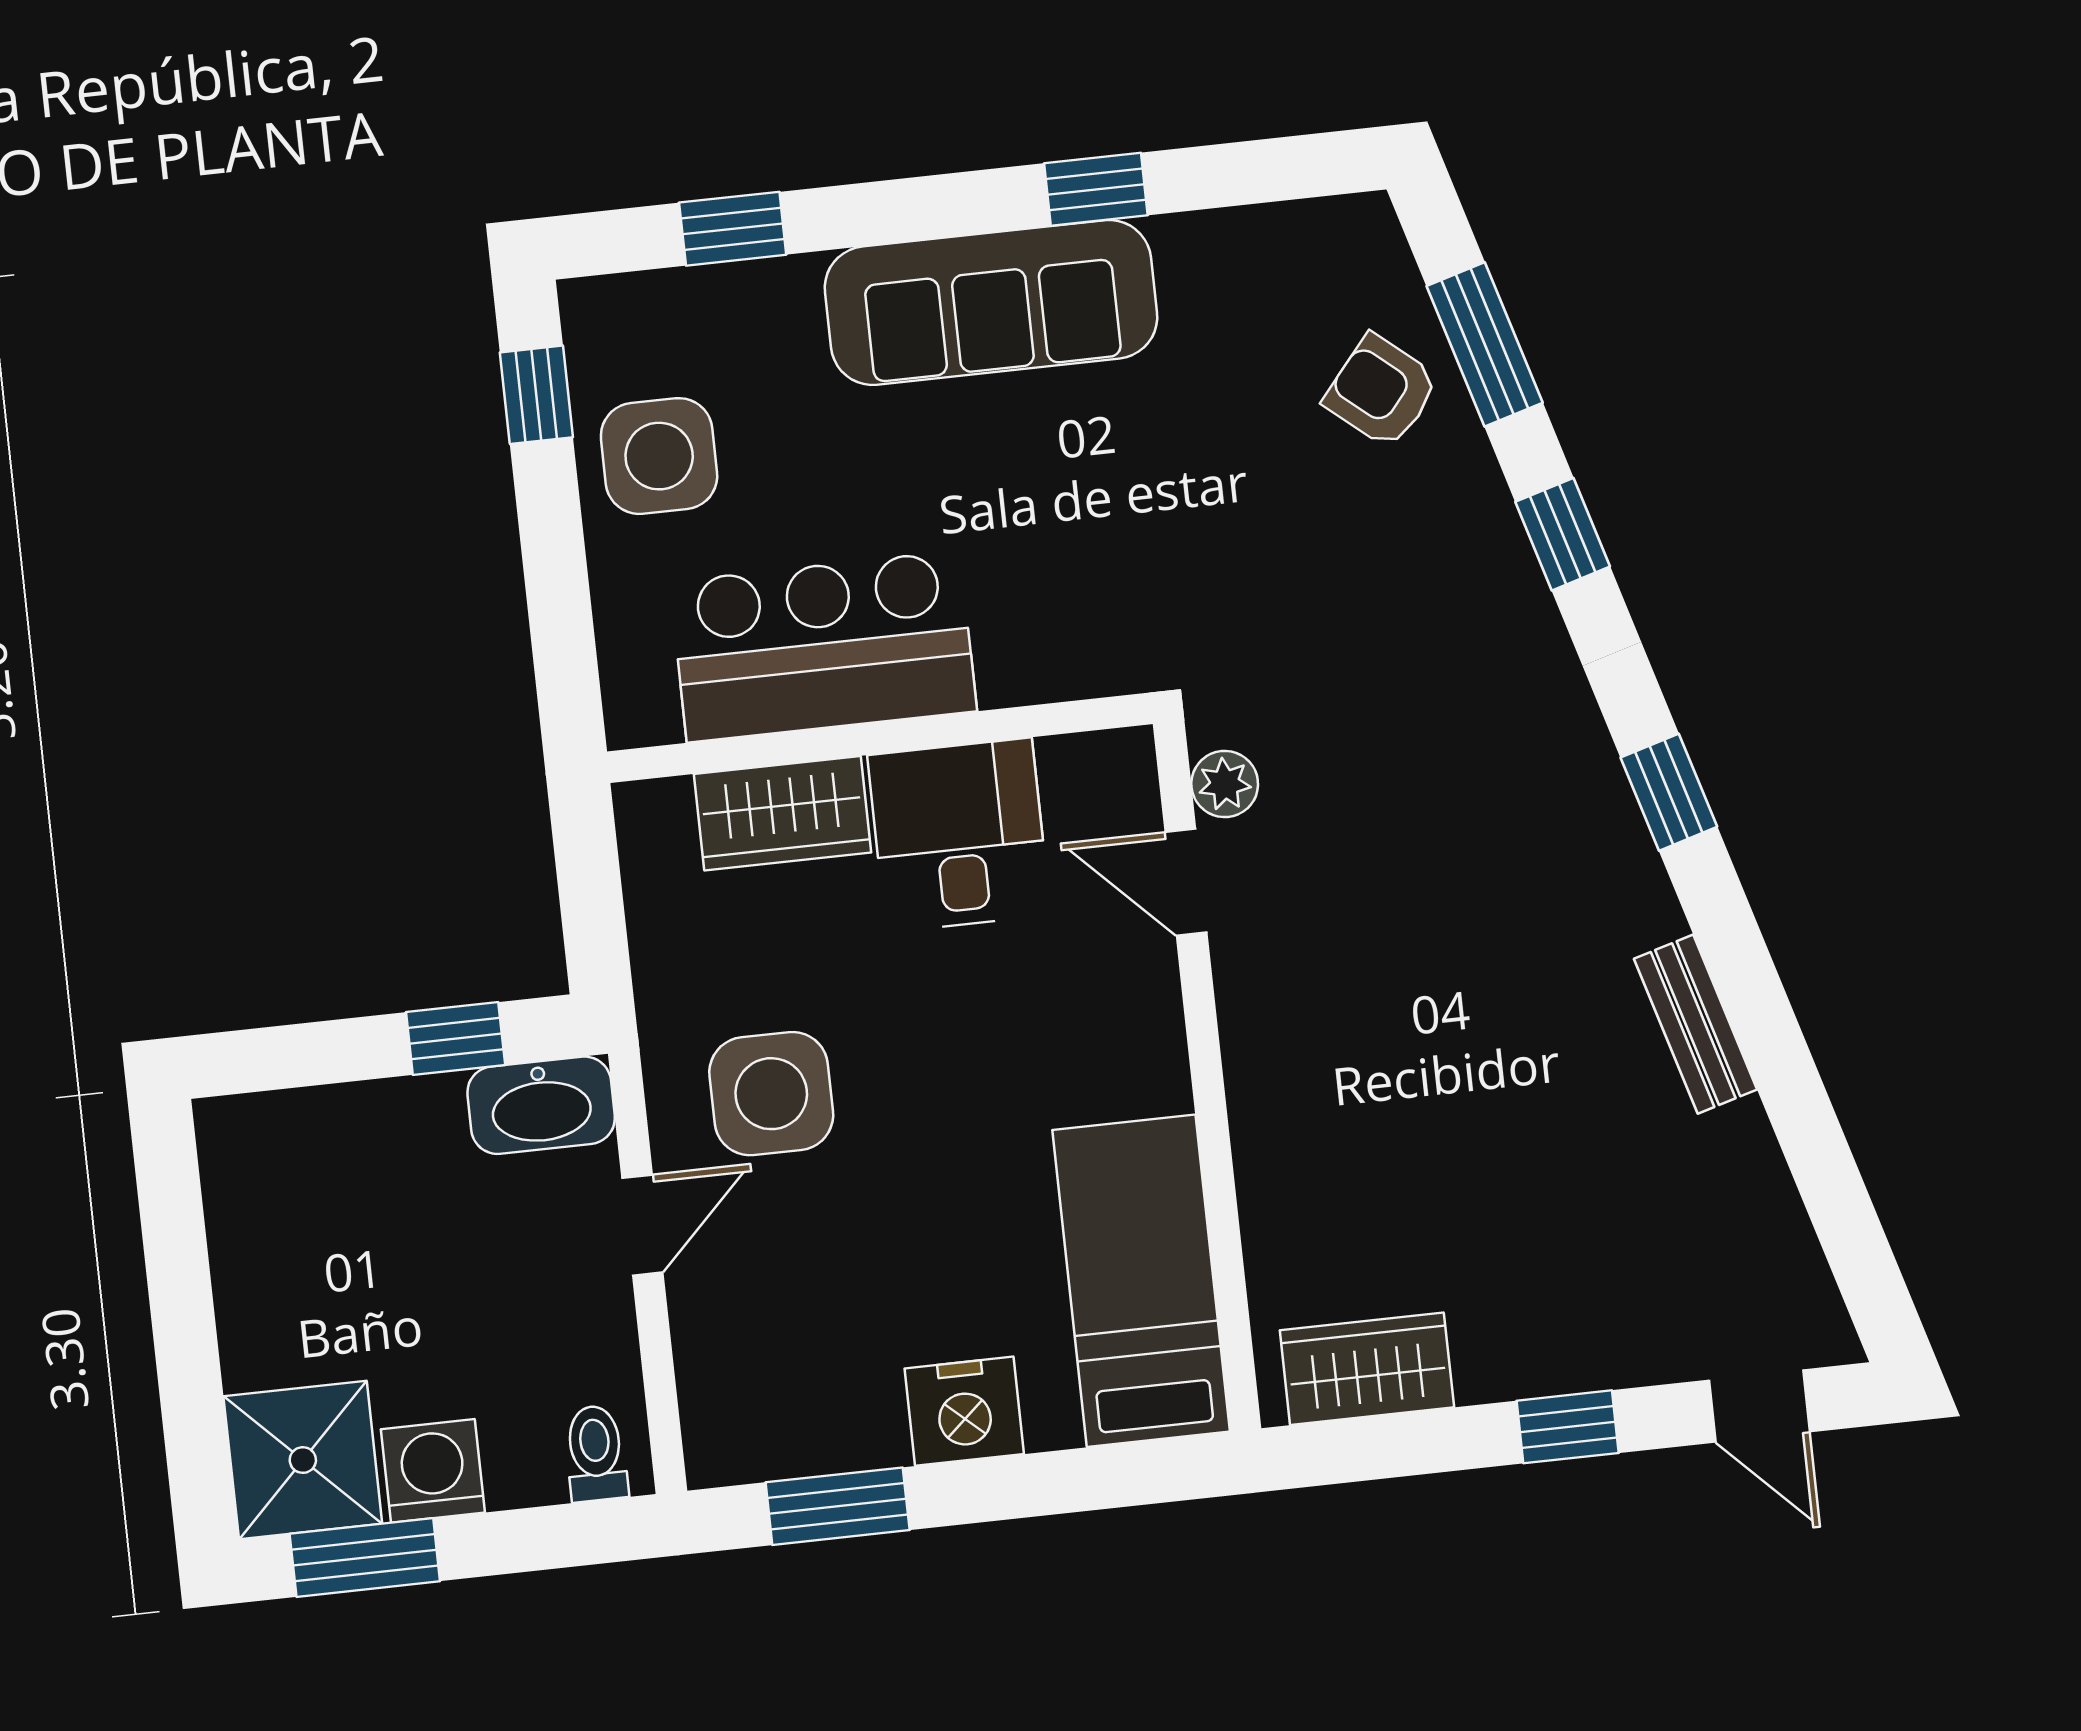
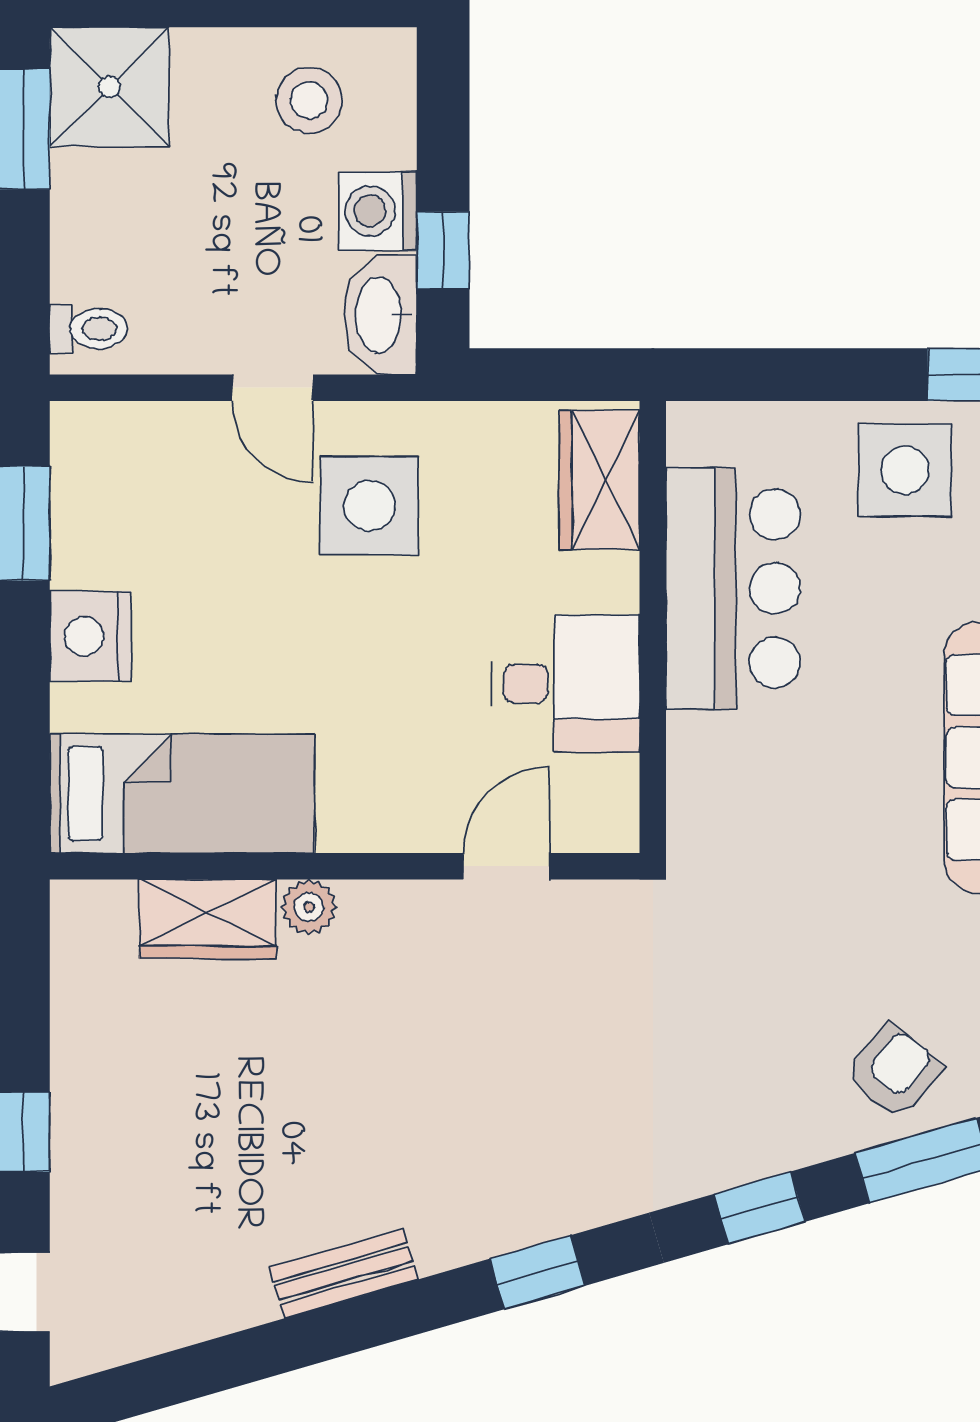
plant: (1225, 784) -> (309, 907), moved
wardrobe: (783, 813) -> (599, 480), moved
stool: (293, 1219) -> (309, 100), added
wardrobe: (1367, 1369) -> (208, 919), moved, turned 90
washing machine: (433, 1471) -> (378, 211), moved, turned 180

